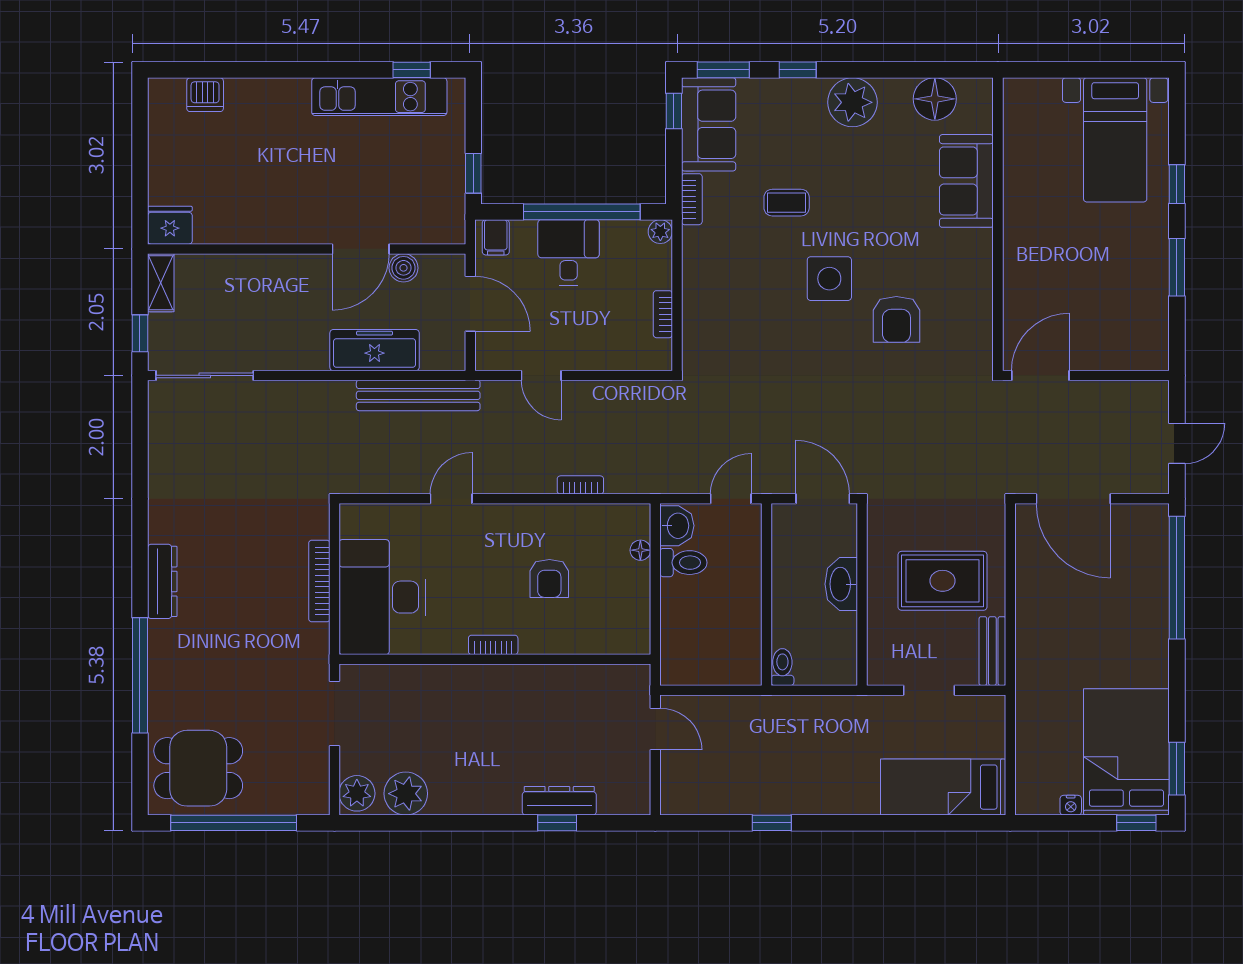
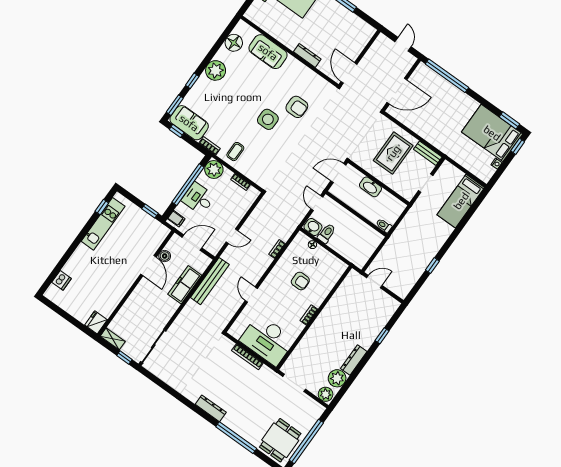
coffee table: (787, 203) -> (235, 152), moved
plant: (660, 232) -> (214, 169), width x1.87, depth x1.87
dresser: (1016, 266) -> (307, 55), added
dresser: (559, 801) -> (354, 360), moved

